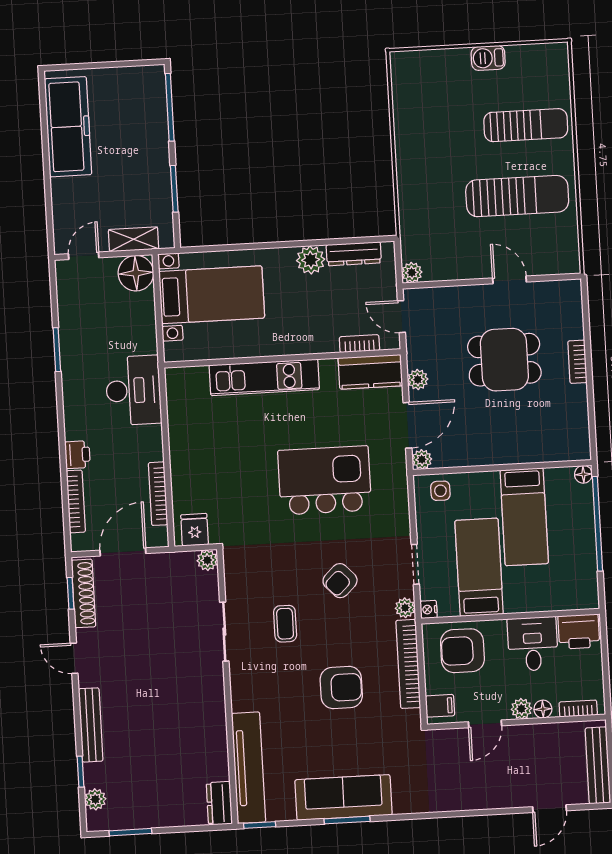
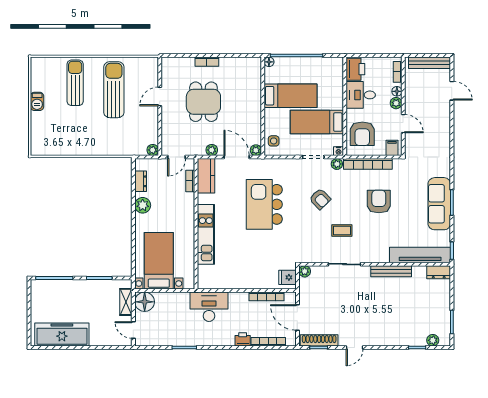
dresser: (354, 254) -> (141, 181), width x0.70
bench: (91, 725) -> (391, 271), moved

